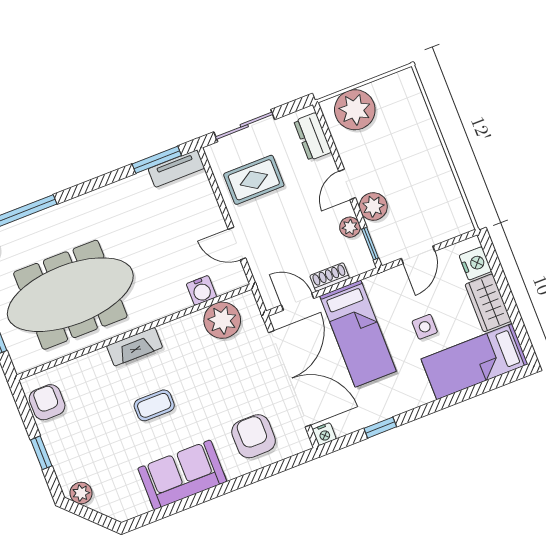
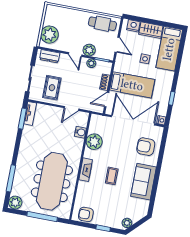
cafe table: (441, 200) -> (102, 24), added
plant: (222, 320) -> (94, 142), moved

